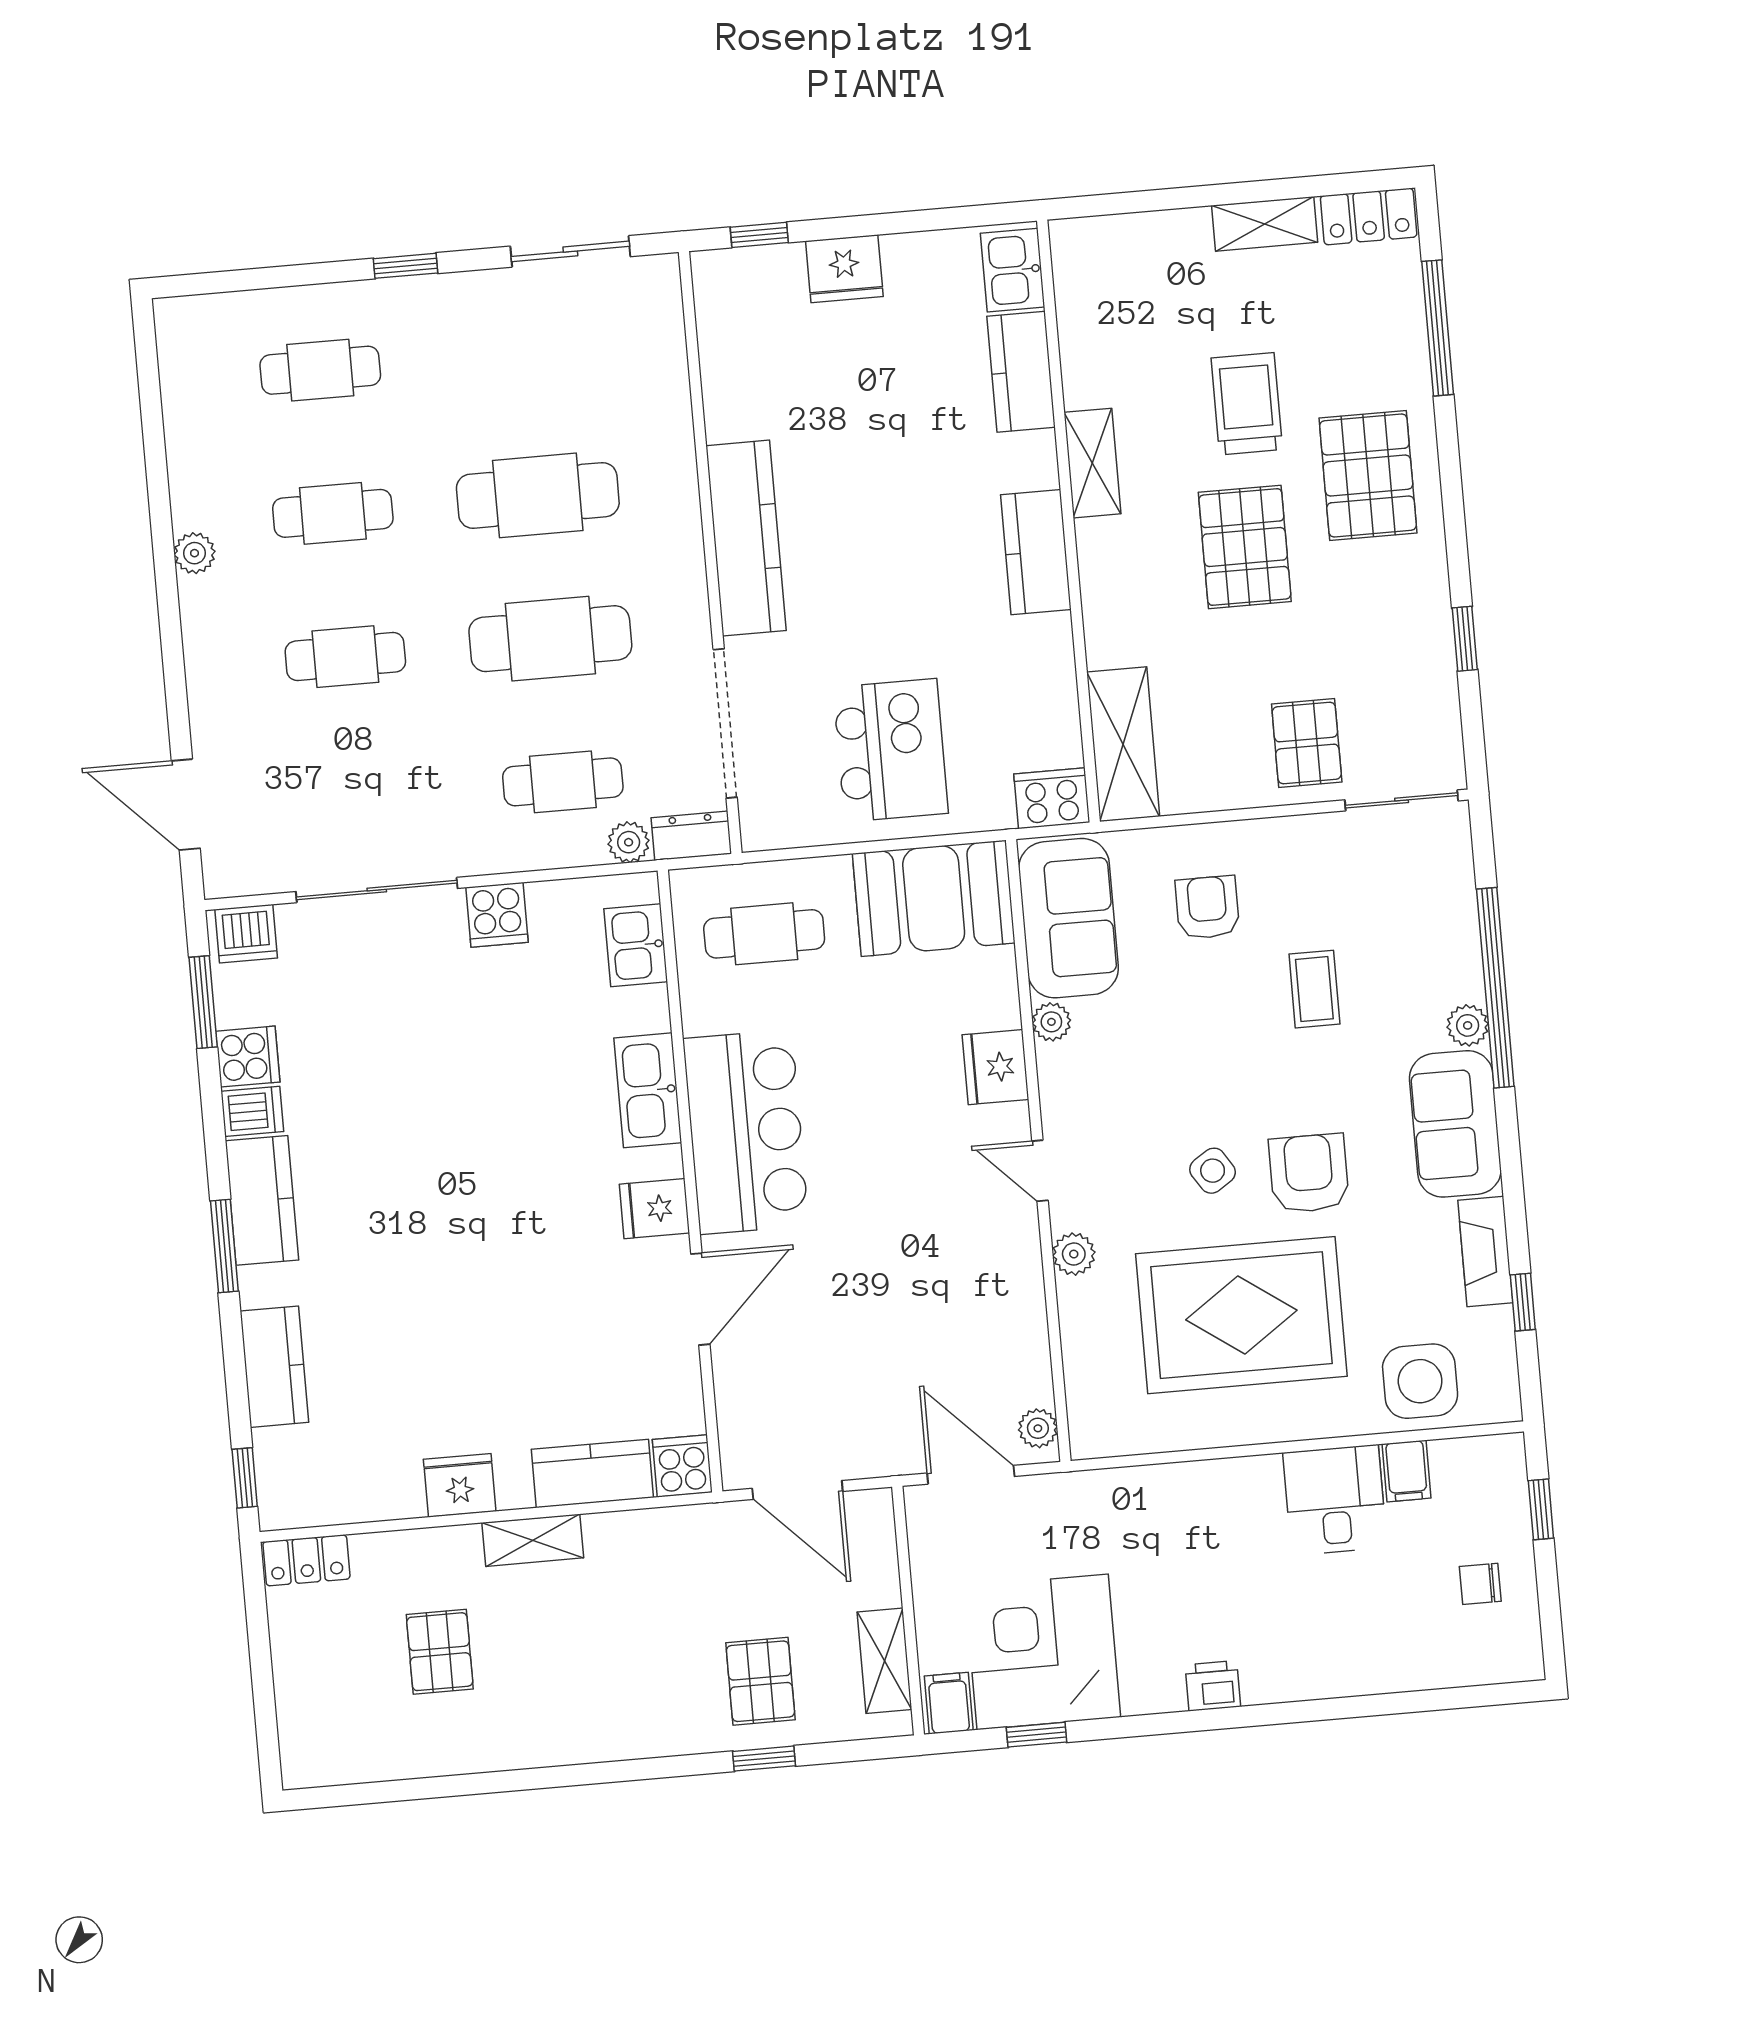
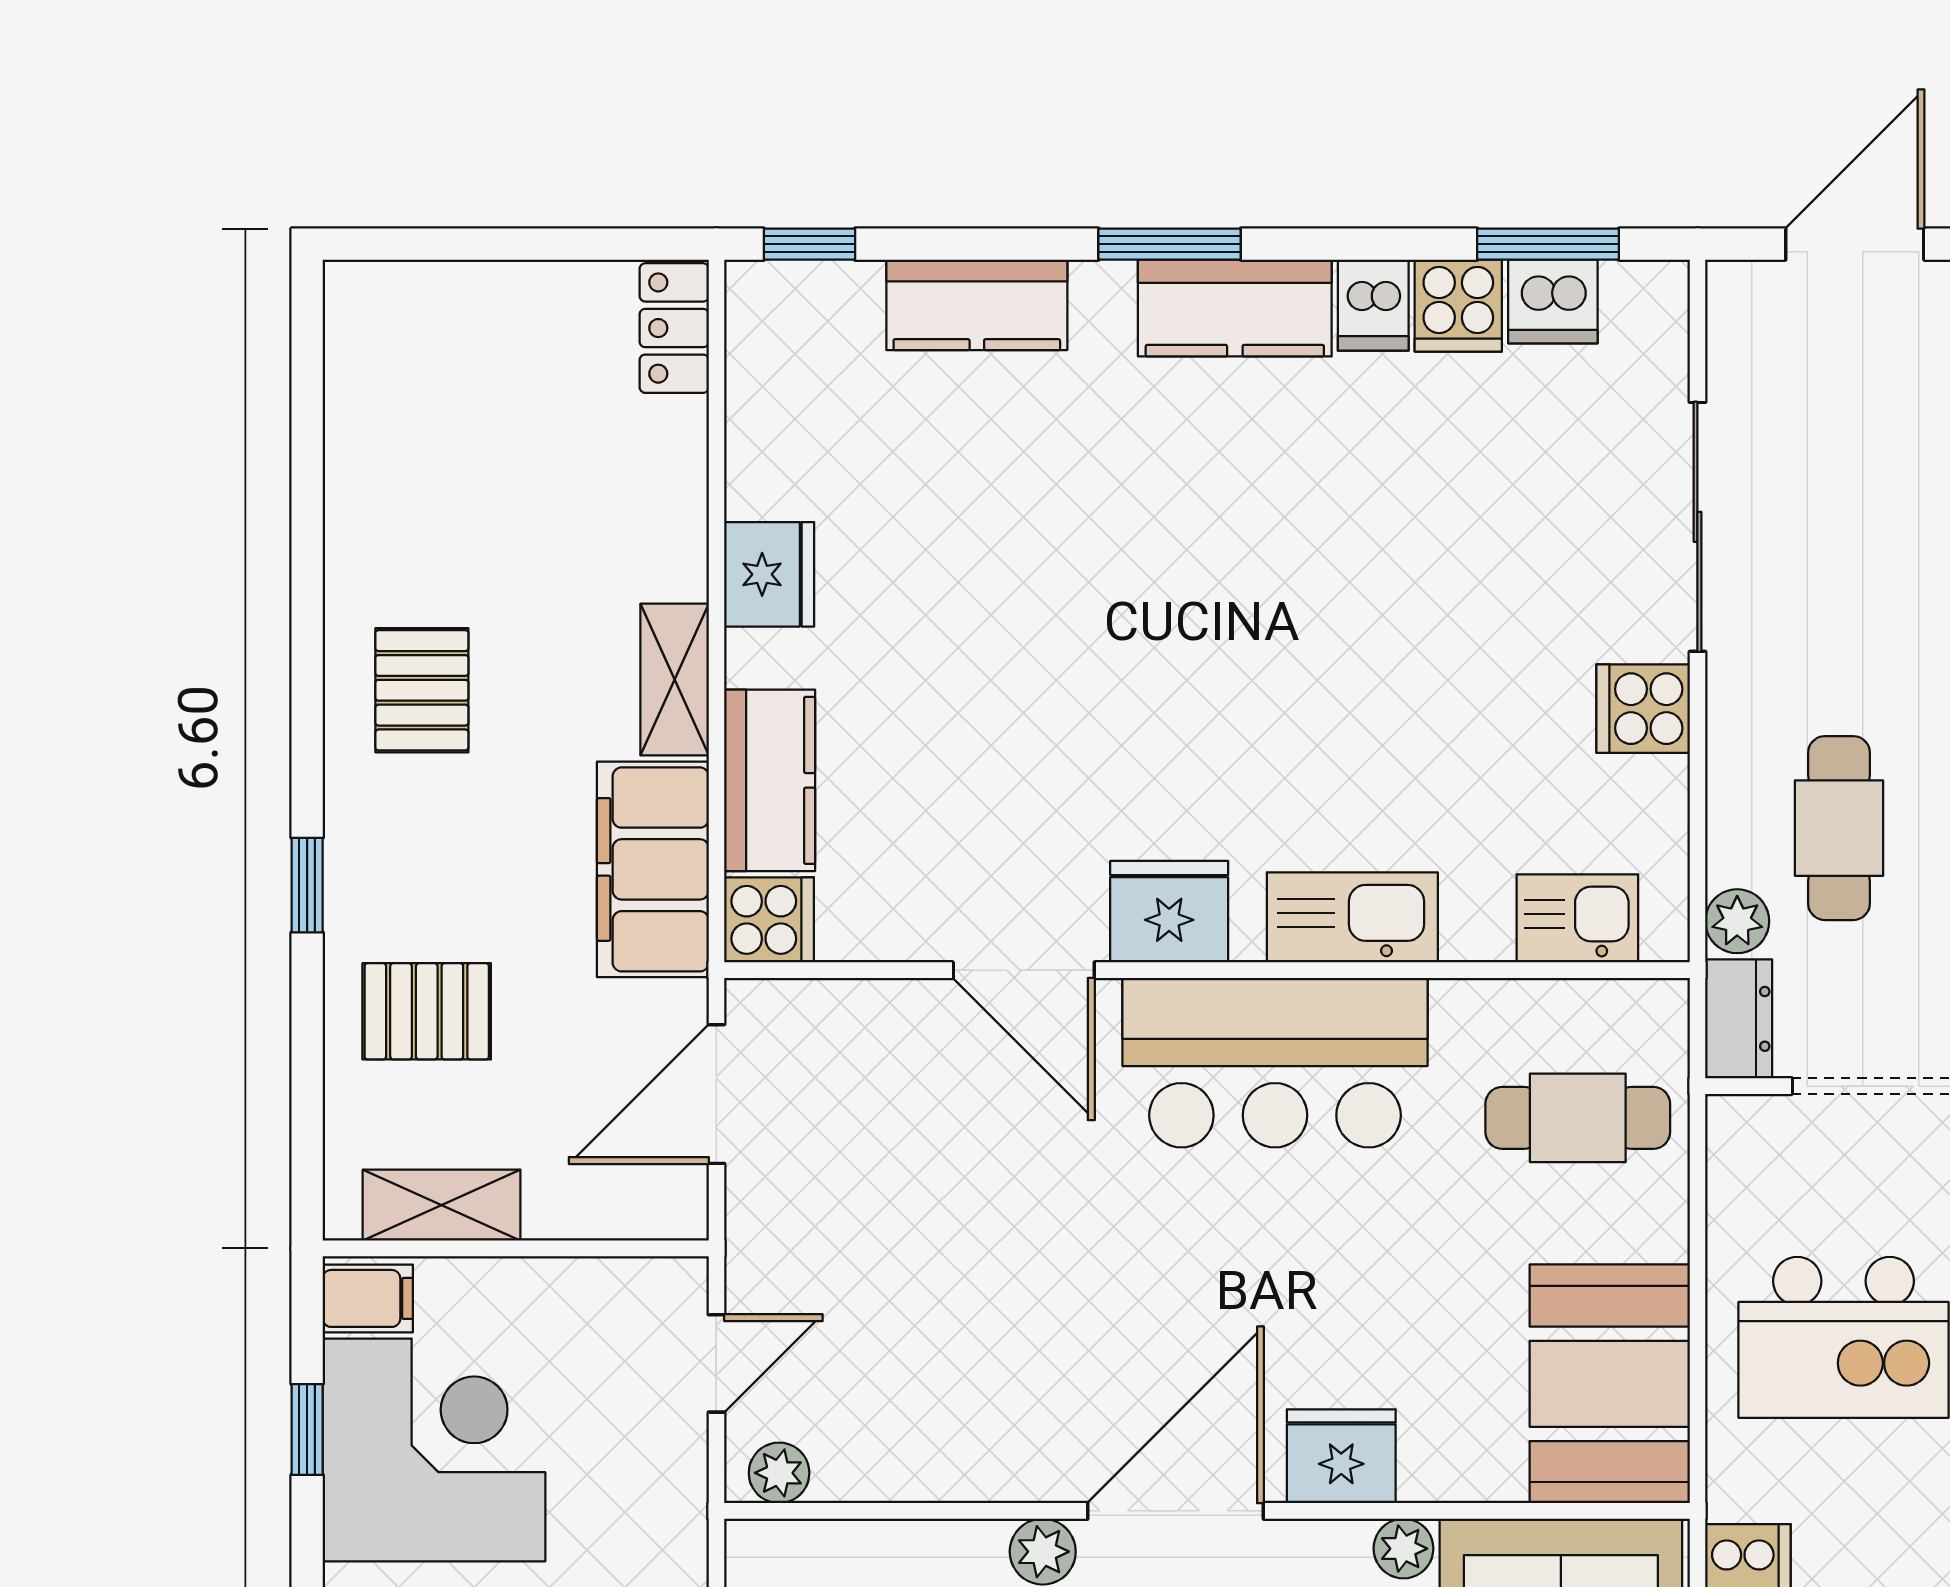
dishwasher: (246, 934) -> (1553, 301), moved, turned -90
cafe table: (764, 934) -> (1578, 1118), turned 90
door: (1040, 1171) -> (1176, 1511), width x1.88
fridge: (654, 1209) -> (1169, 912), width x1.38
door: (971, 1475) -> (716, 1363), width x0.73
filing cabinet: (656, 1544) -> (653, 869), added
pallet: (440, 1652) -> (422, 690), moved, turned 90
window: (764, 1759) -> (307, 885), moved

